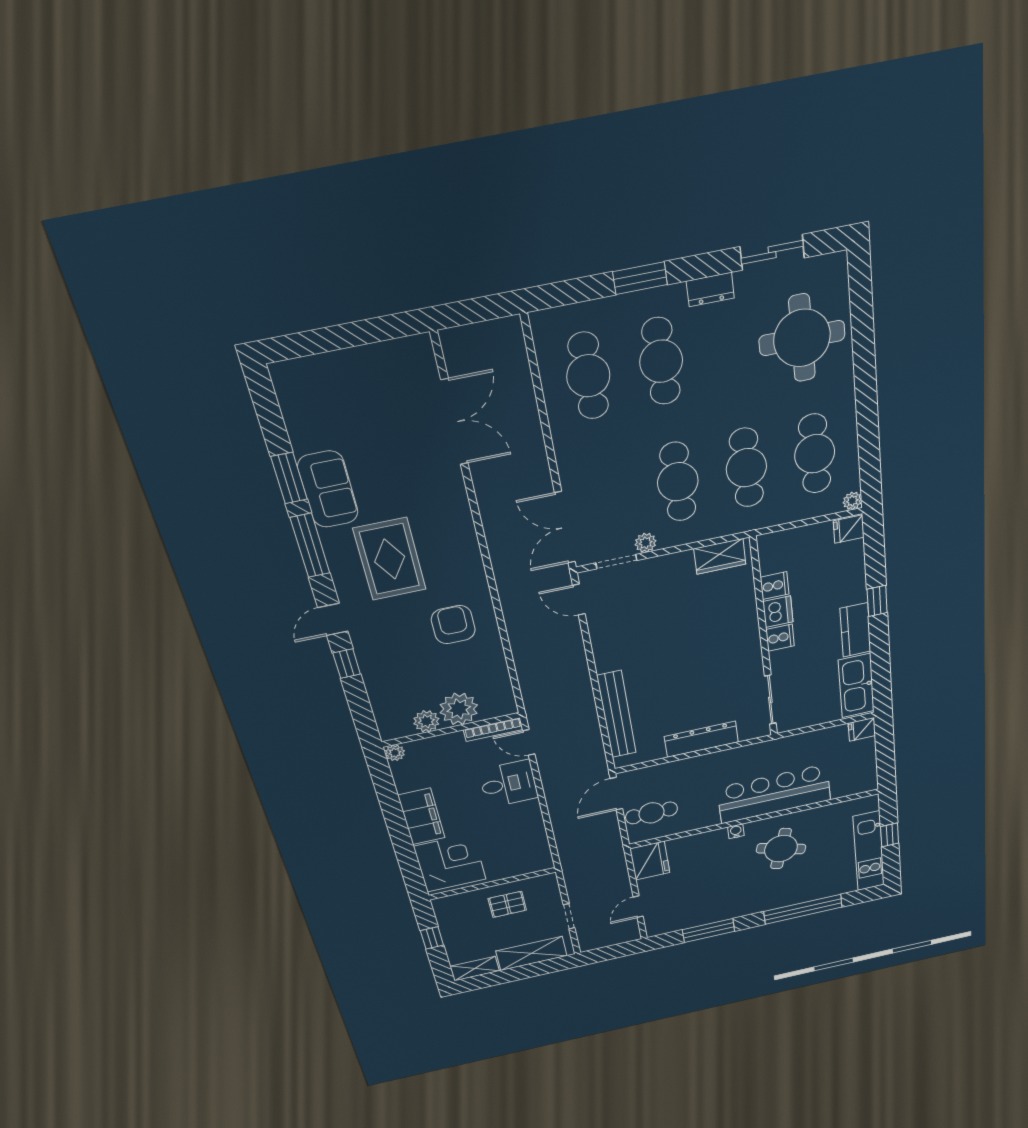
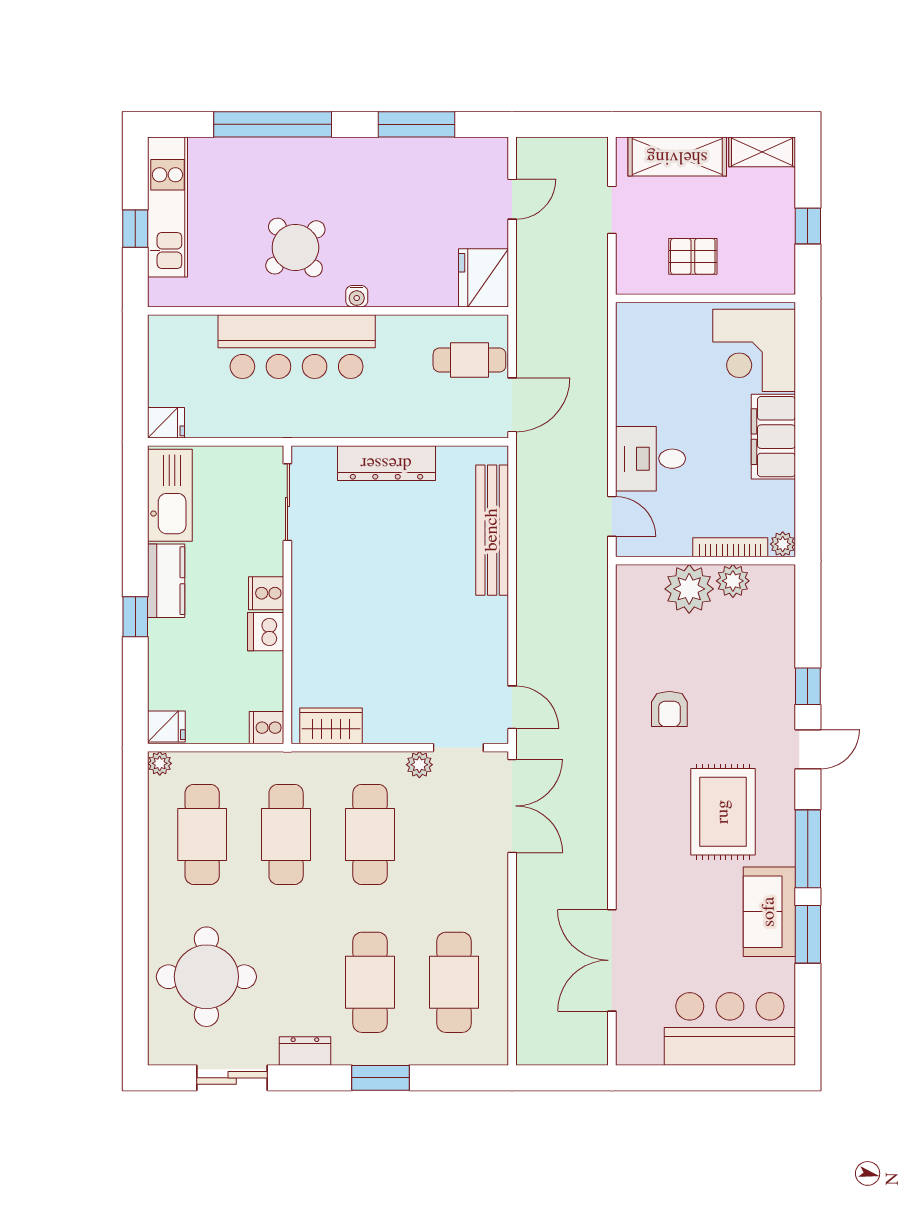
bar counter: (335, 384) -> (730, 1029), added
cooker: (775, 586) -> (267, 728), moved
armchair: (453, 625) -> (669, 709), width x0.72, depth x0.72
bookcase: (493, 730) -> (730, 547), moved
round table: (781, 849) -> (295, 247), turned 32

